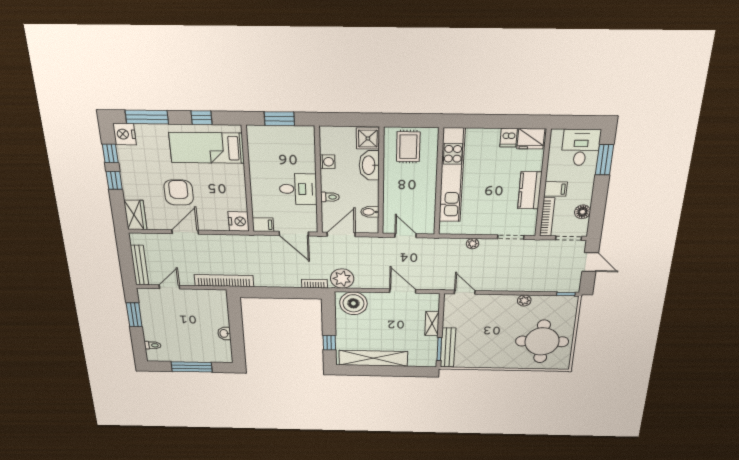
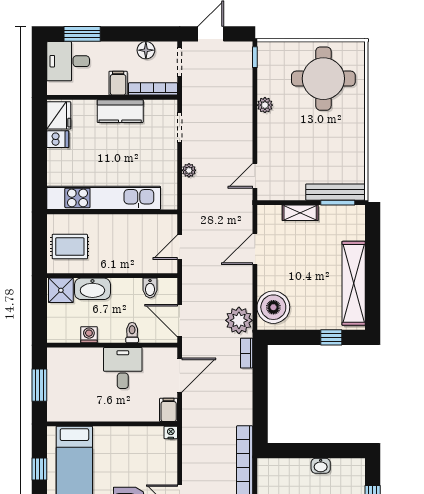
nightstand: (239, 221) -> (171, 433), width x0.53, depth x0.56

